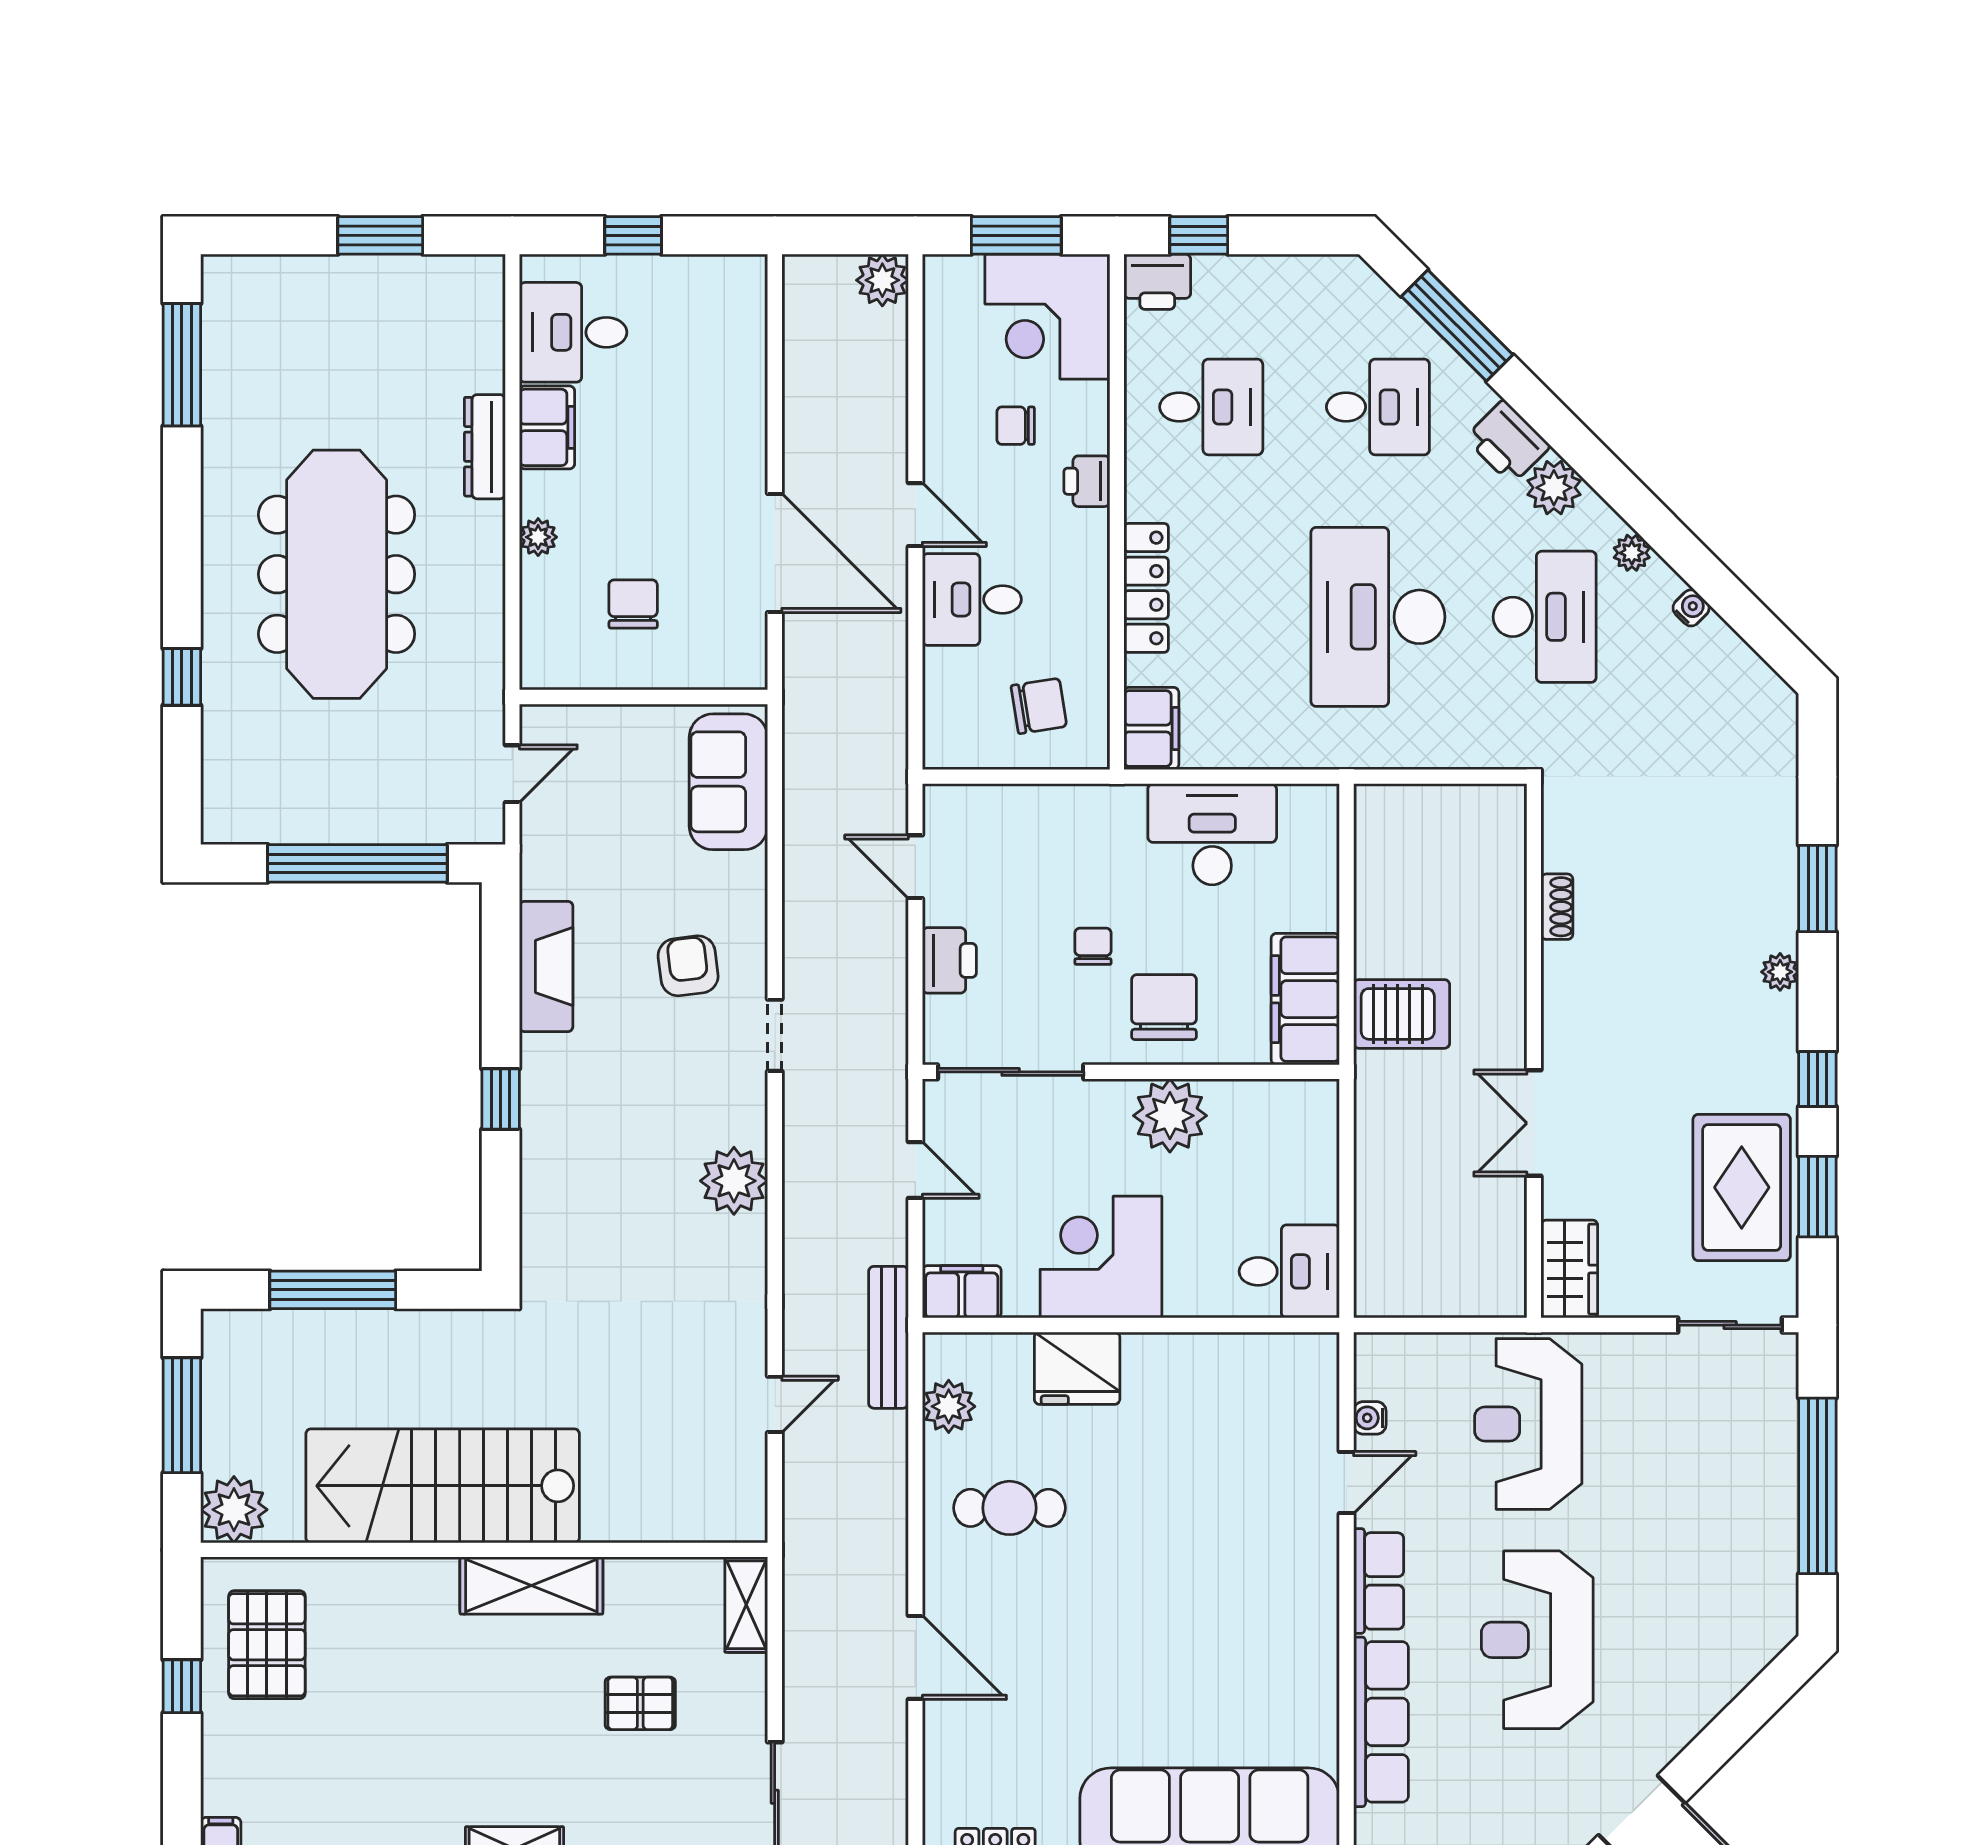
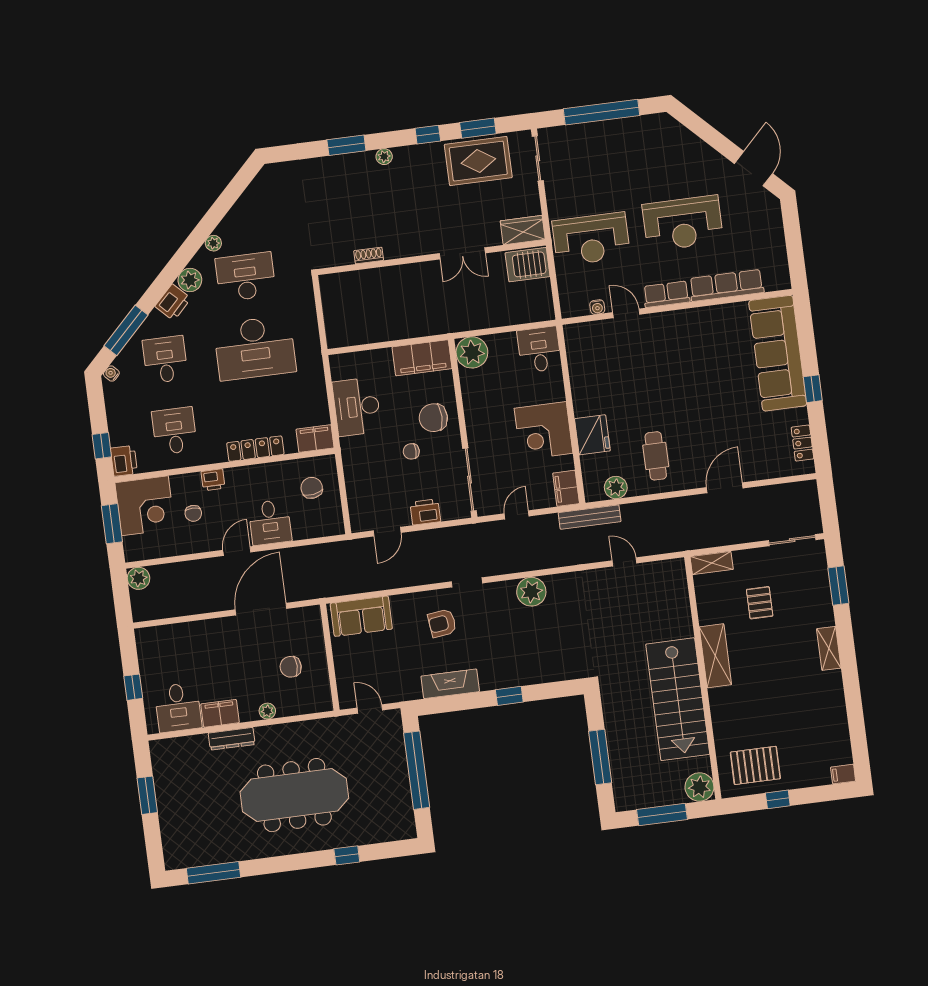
water cooler: (1691, 608) -> (111, 373), moved
server rack: (1402, 1014) -> (528, 265), moved, turned -90
plant: (1170, 1116) -> (472, 352), moved

